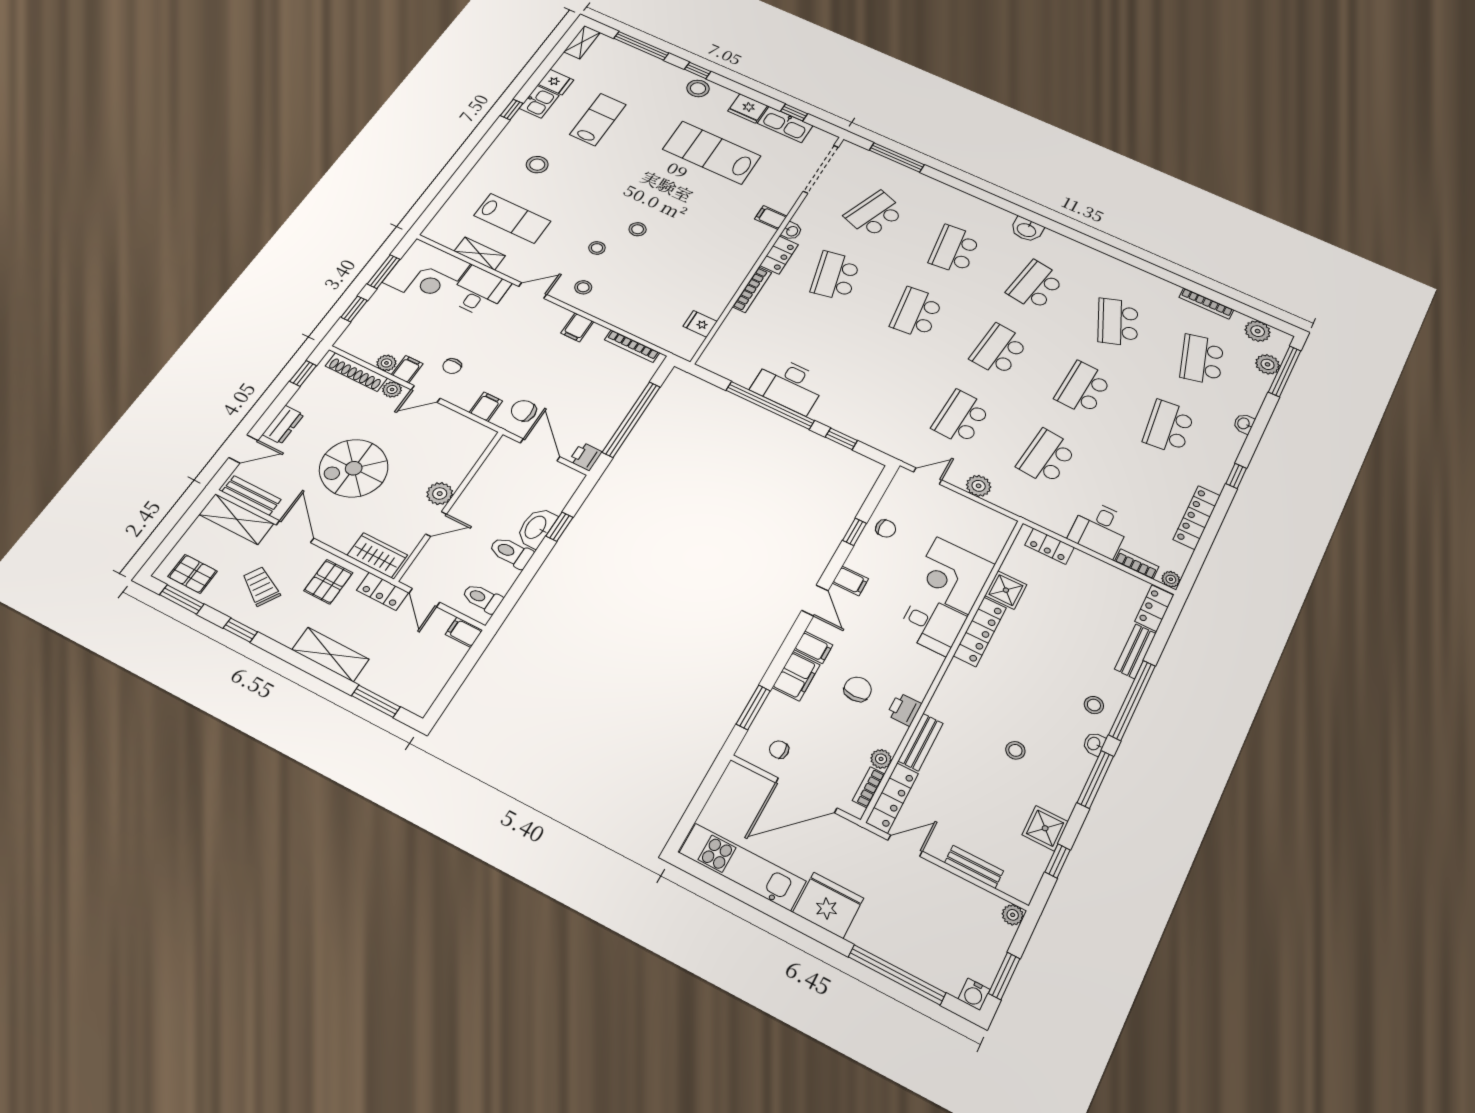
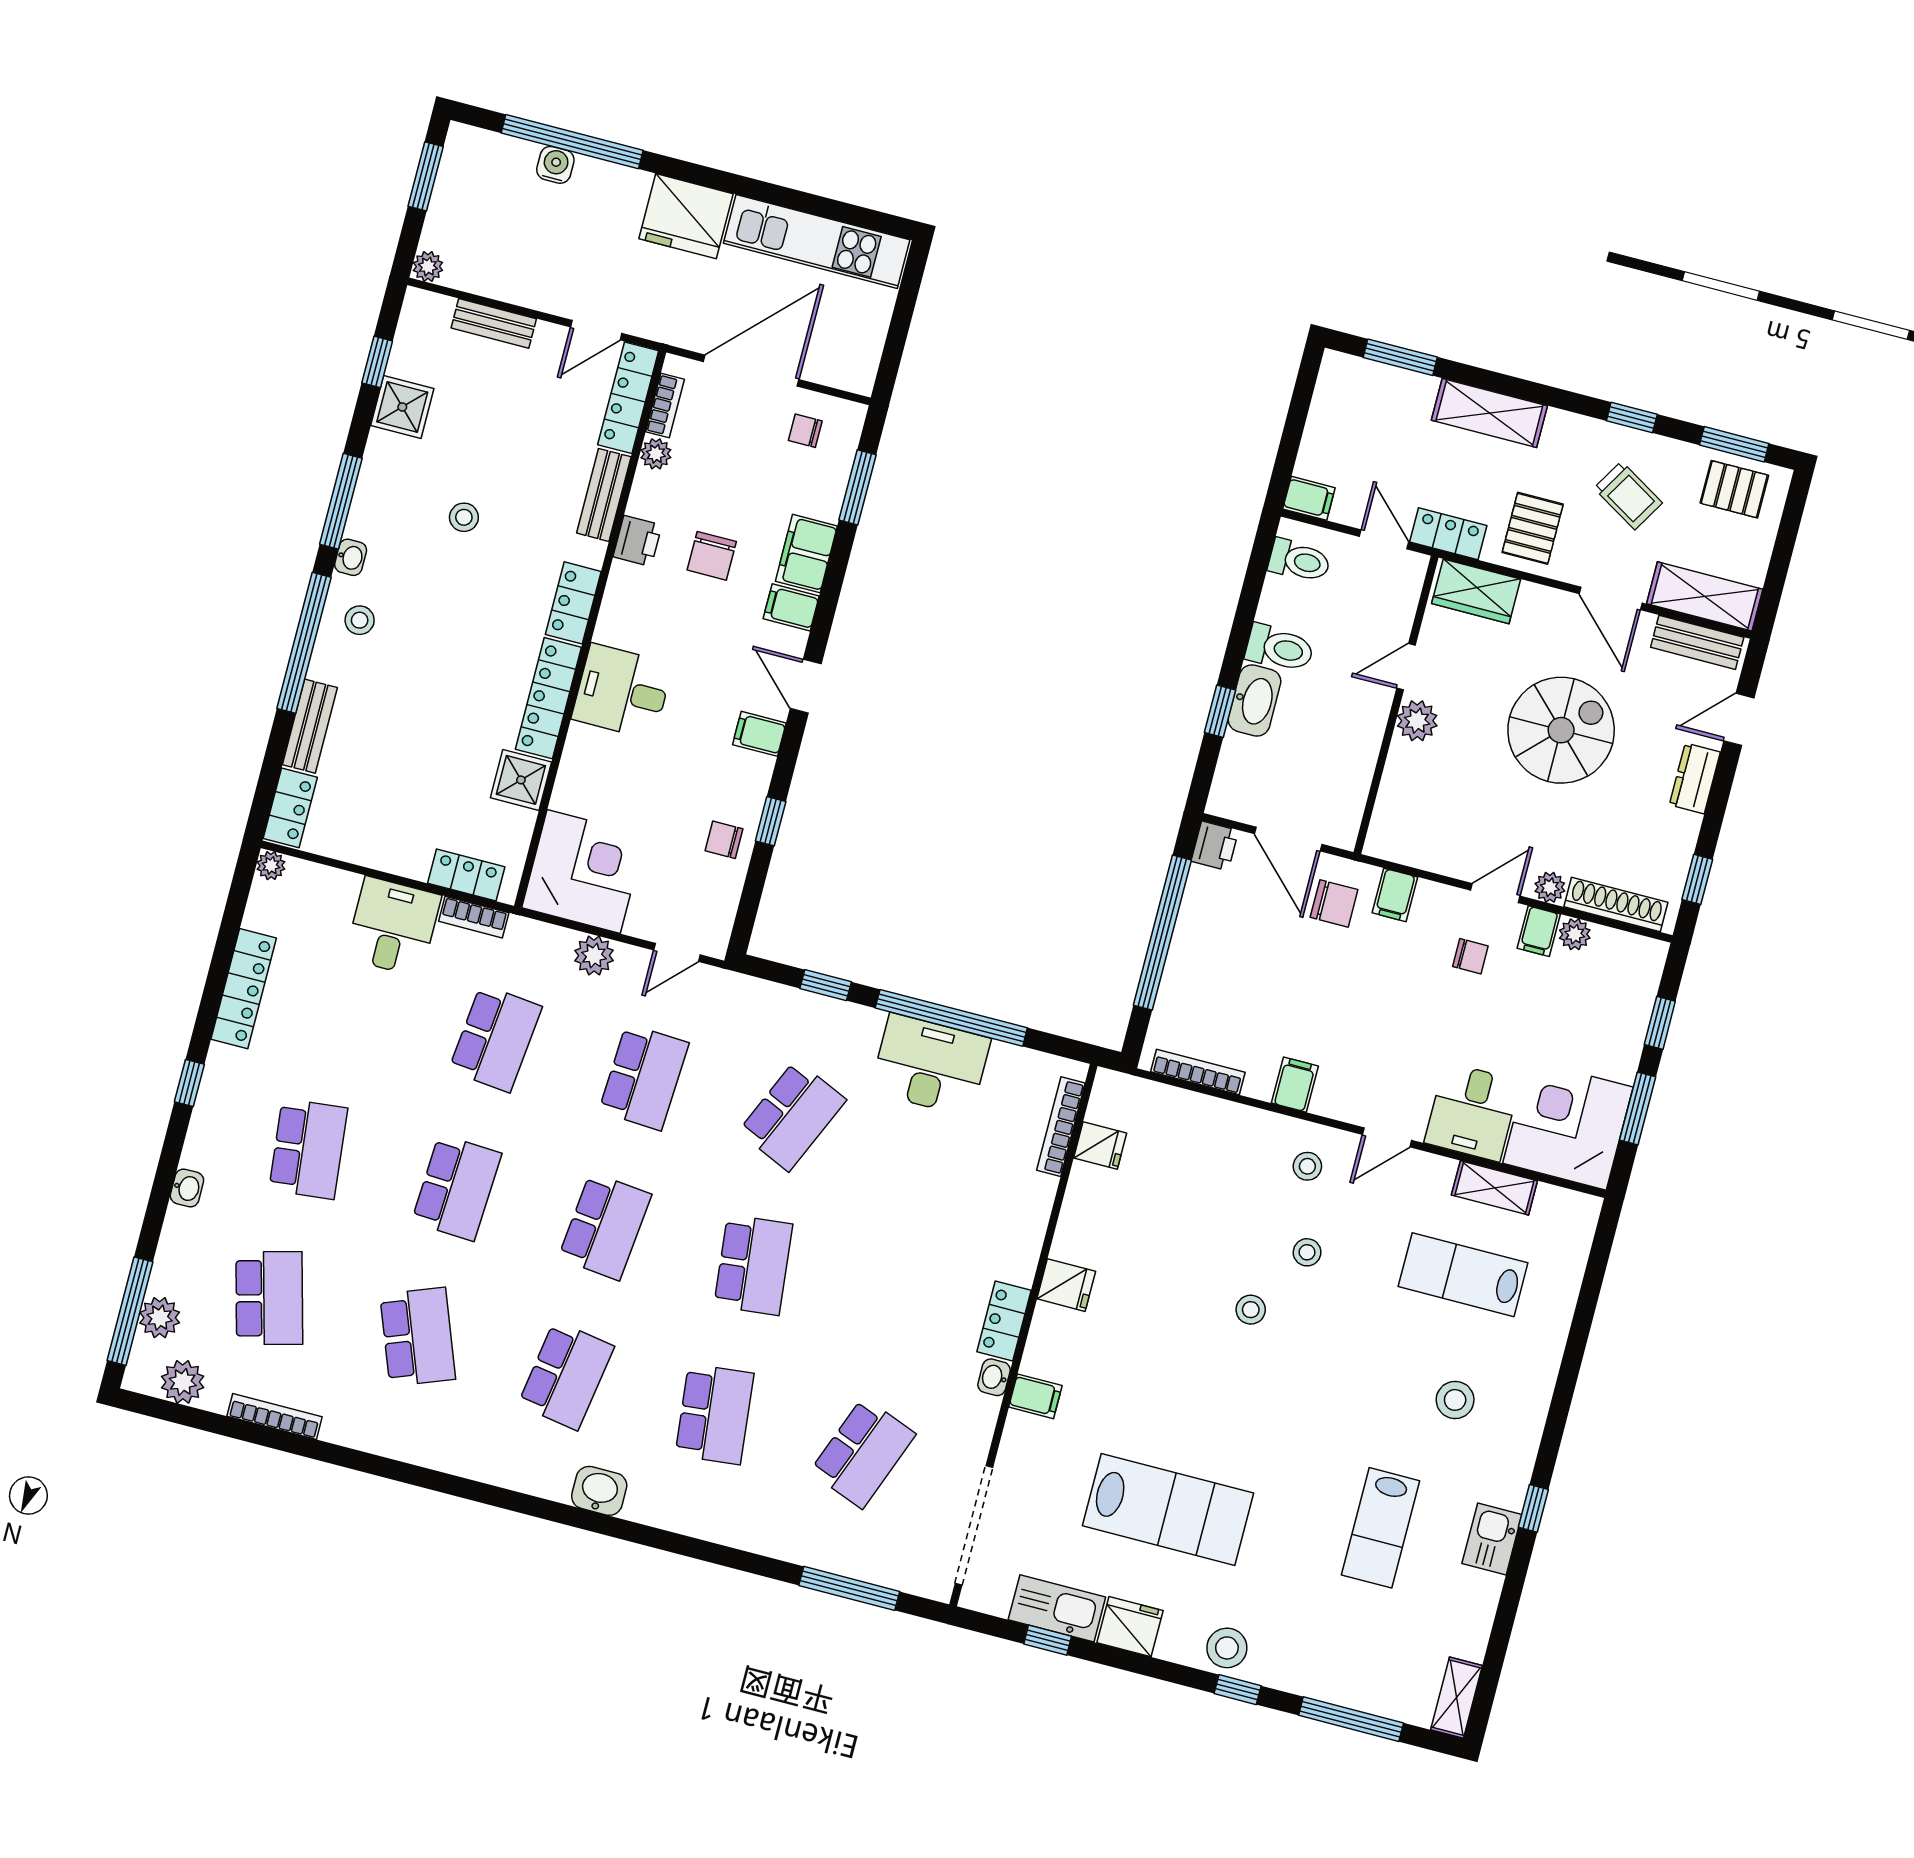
fridge: (556, 82) -> (1066, 1285), moved, turned 180
school desk: (835, 276) -> (792, 1116), moved, turned 36
bookcase: (752, 290) -> (1061, 1127), moved
chair: (452, 366) -> (1470, 956), turned 89
bookcase: (1137, 564) -> (474, 917), moved
corner desk: (953, 575) -> (584, 871), moved
locker: (953, 683) -> (573, 603), added
chair: (779, 750) -> (805, 431), turned 180
water cooler: (974, 994) -> (555, 165), moved

